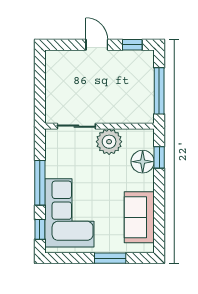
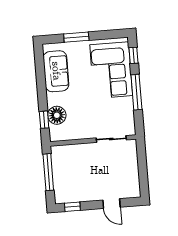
door: (97, 45) -> (111, 204), moved
plant: (109, 142) -> (84, 129), removed

